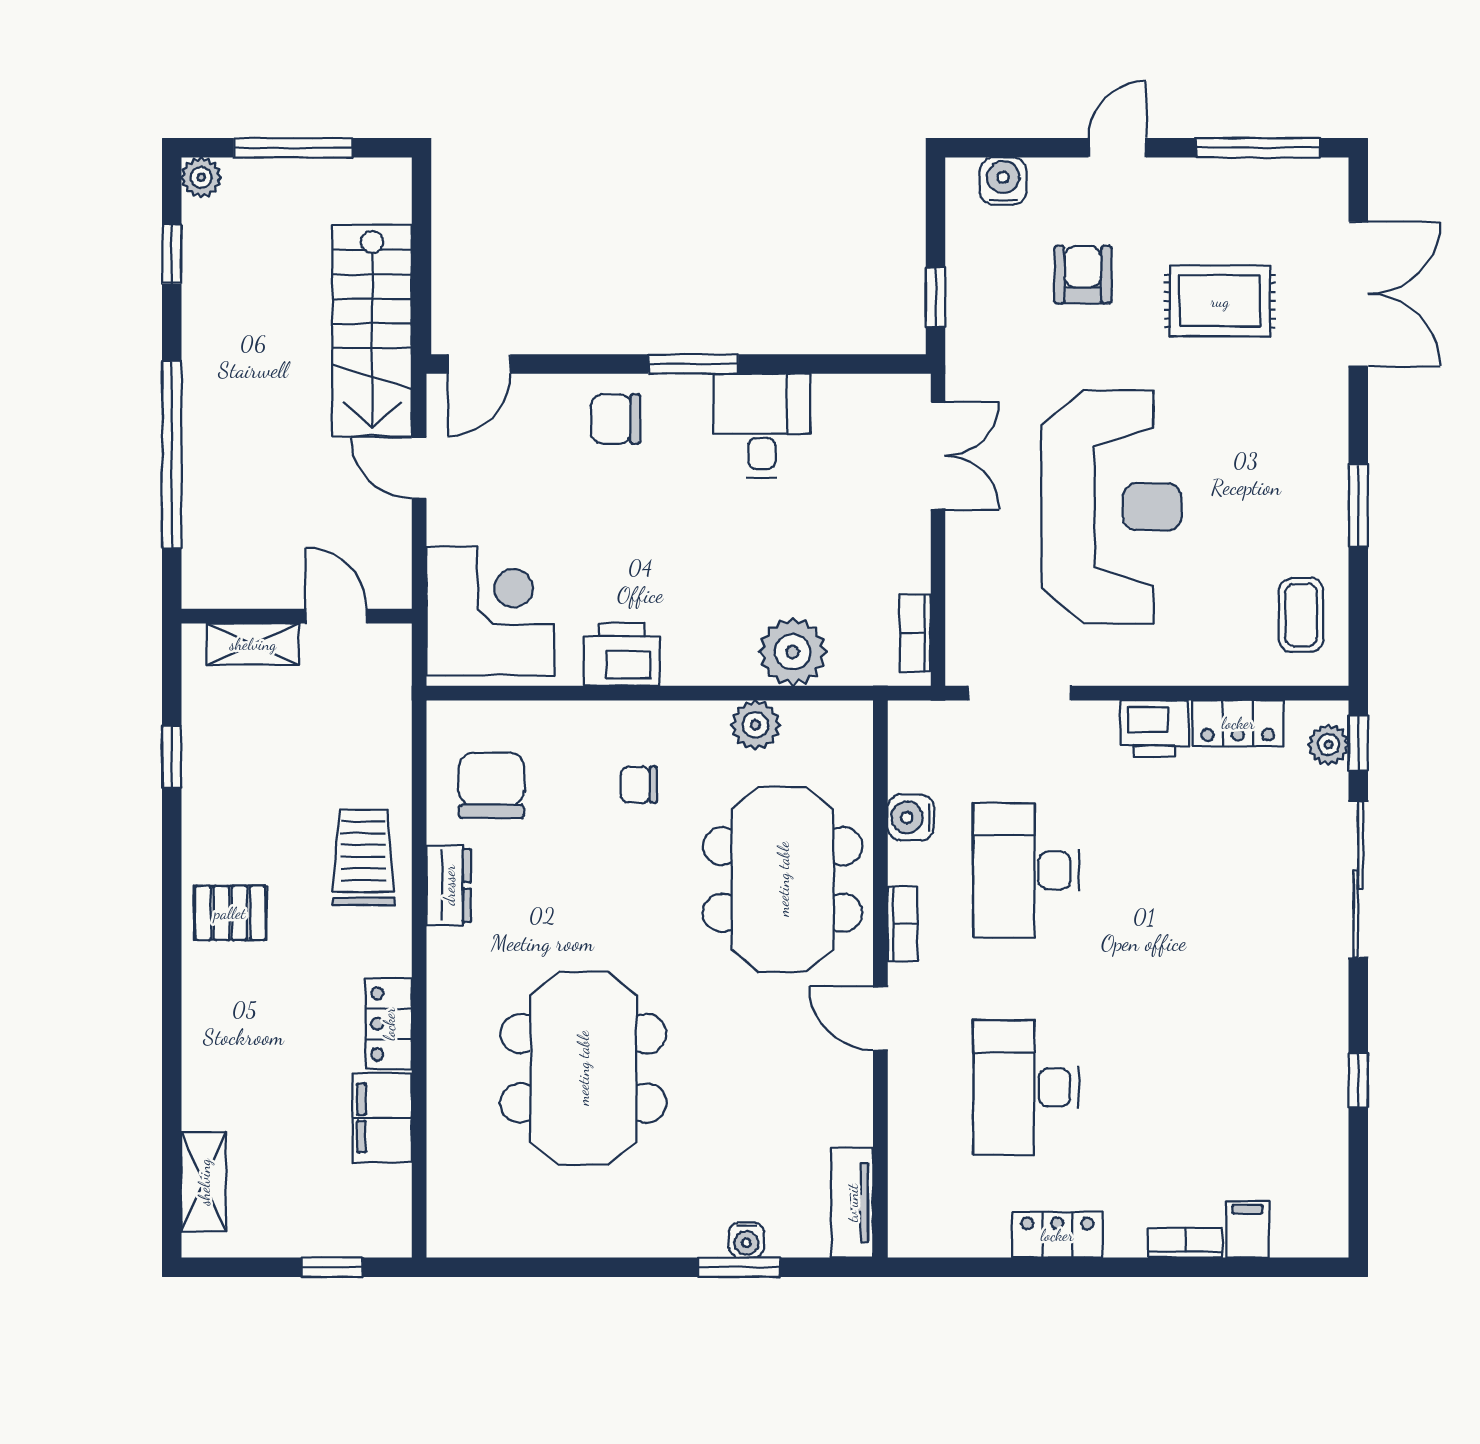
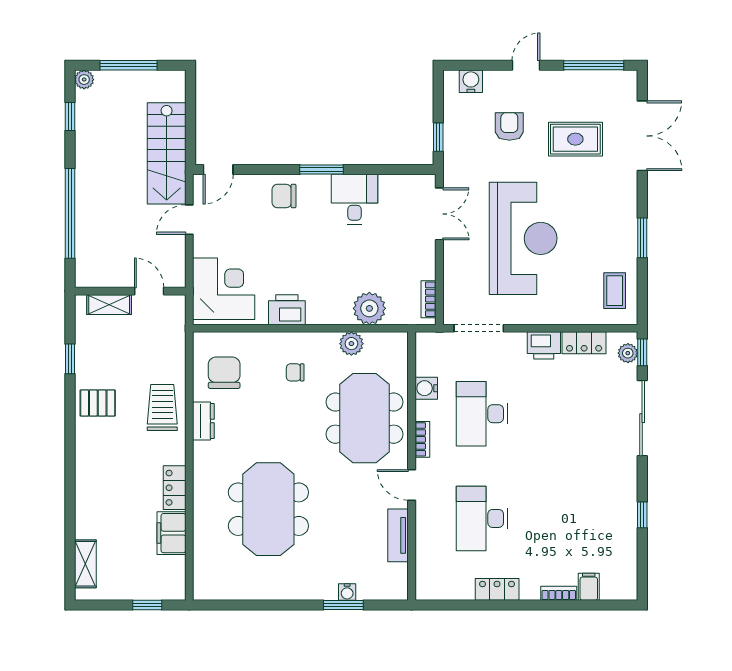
door: (419, 468) -> (189, 220), hinge flipped
pallet: (230, 913) -> (98, 403), moved
tv unit: (852, 1203) -> (398, 535), moved

